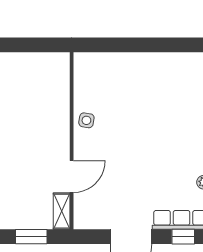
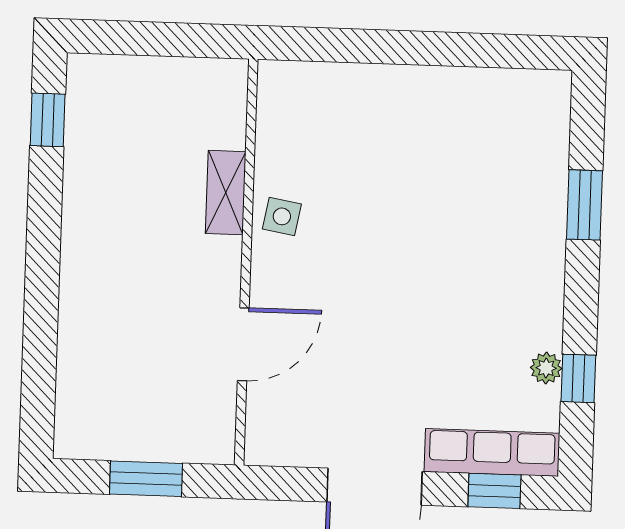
shelving: (62, 211) -> (226, 193), moved

